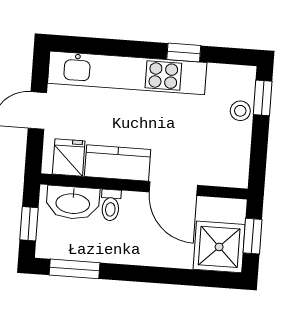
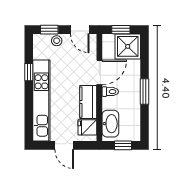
door: (258, 157) -> (80, 30), added
toilet: (111, 205) -> (110, 92), moved
window: (74, 269) -> (145, 91), moved

